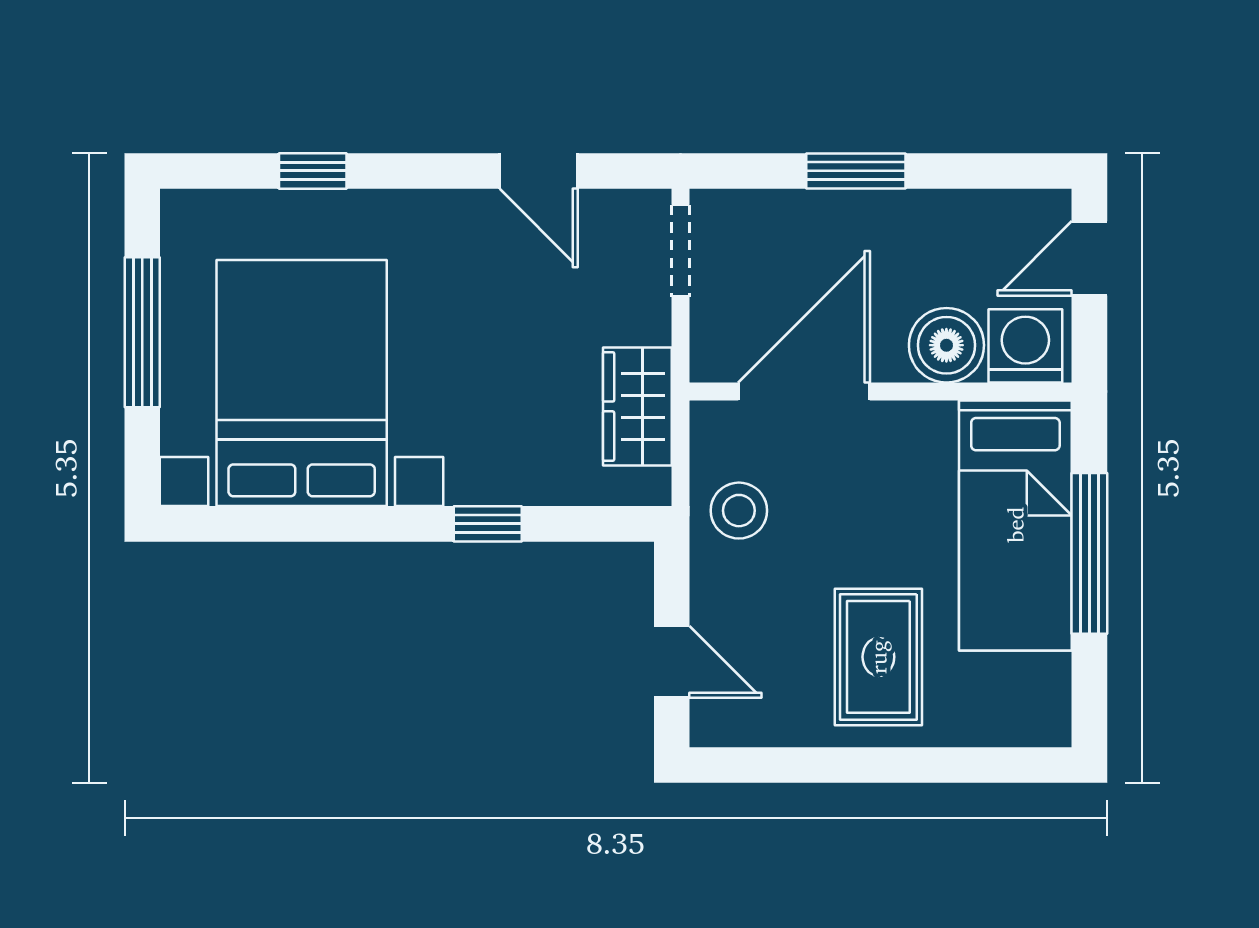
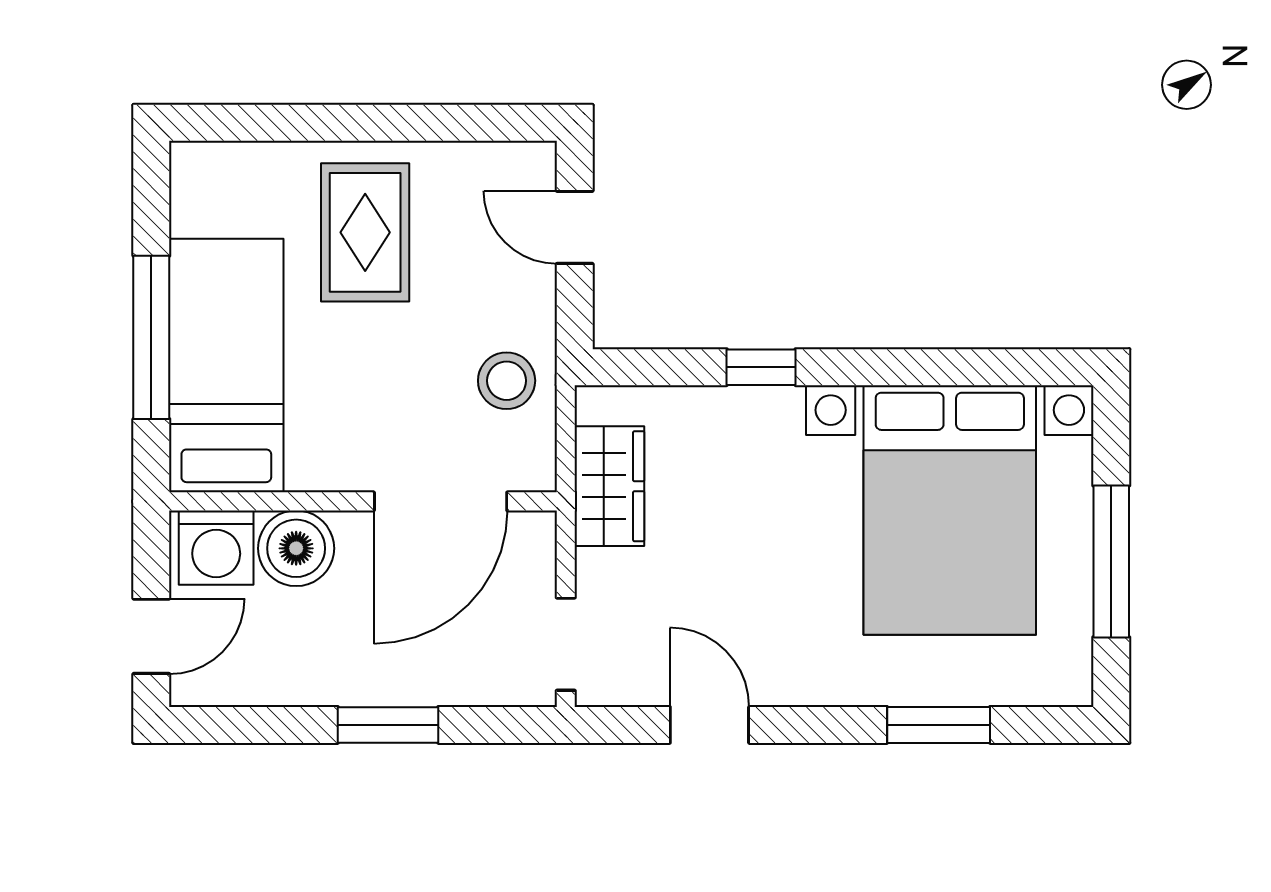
window: (313, 171) -> (939, 725), width x1.50

